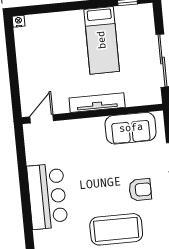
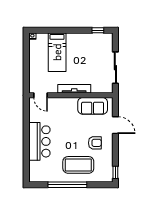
bed: (102, 40) -> (57, 52), moved
door: (42, 119) -> (41, 95), swing flipped

